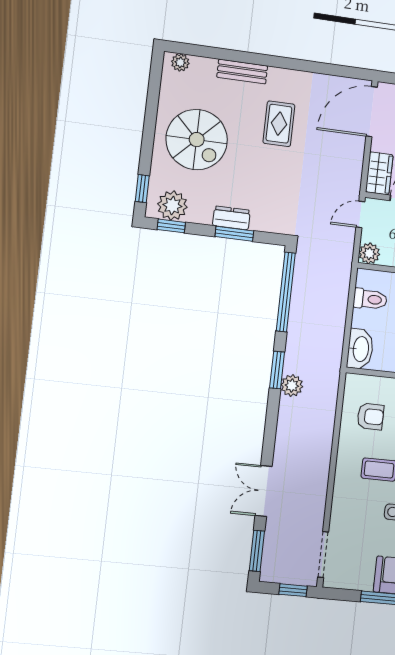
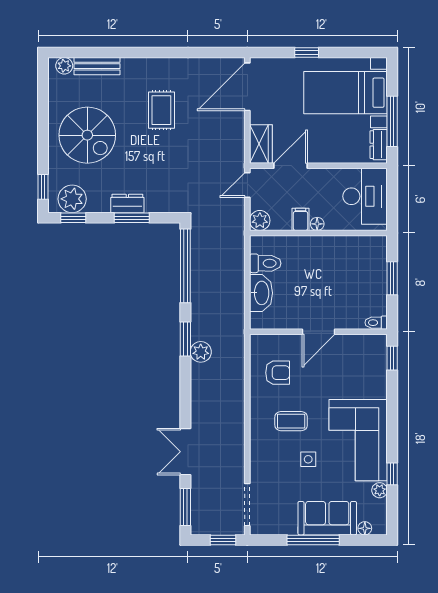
bench: (242, 72) -> (97, 66), moved
washbasin: (360, 349) -> (261, 293), moved

